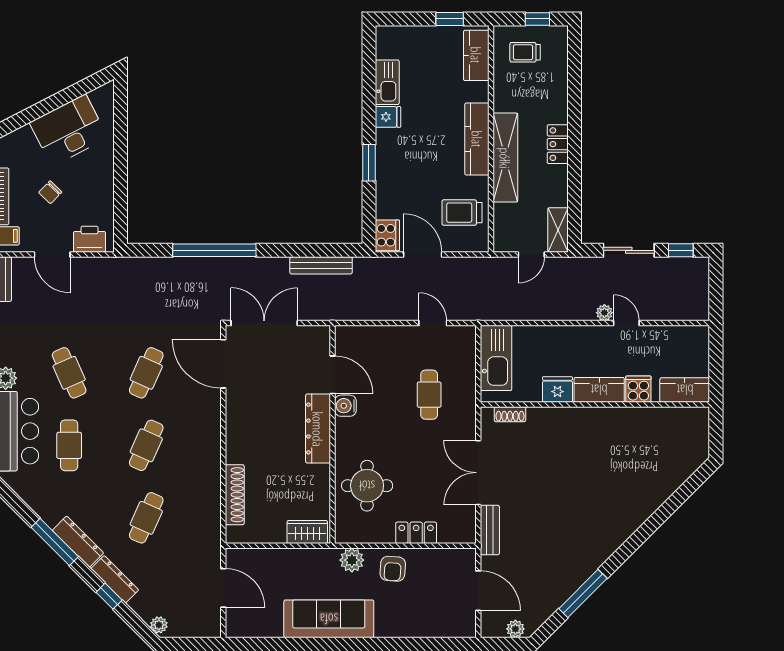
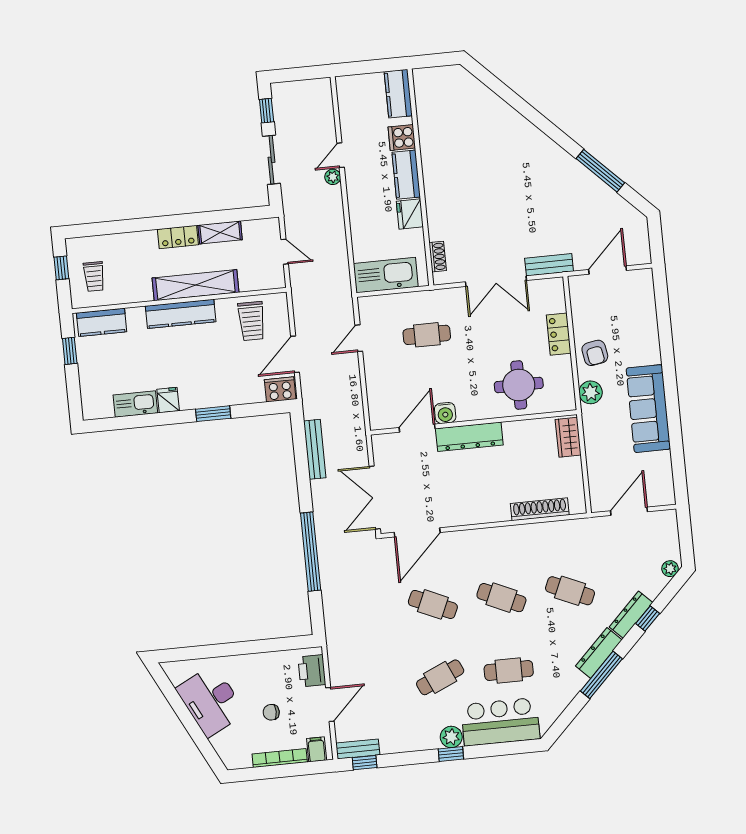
chair: (50, 192) -> (271, 712), turned 136
shelving: (558, 230) -> (220, 232), moved
armchair: (393, 569) -> (595, 353), turned 76
plant: (515, 629) -> (640, 231), removed

